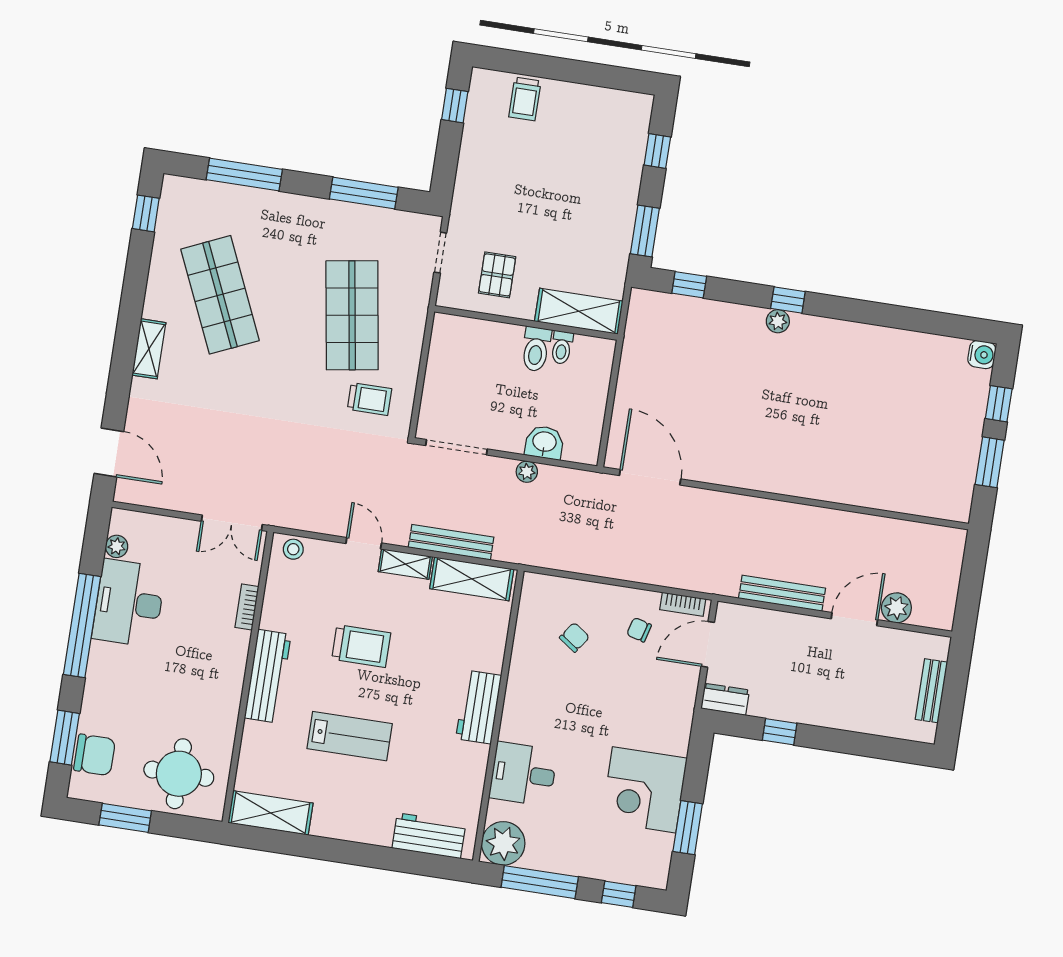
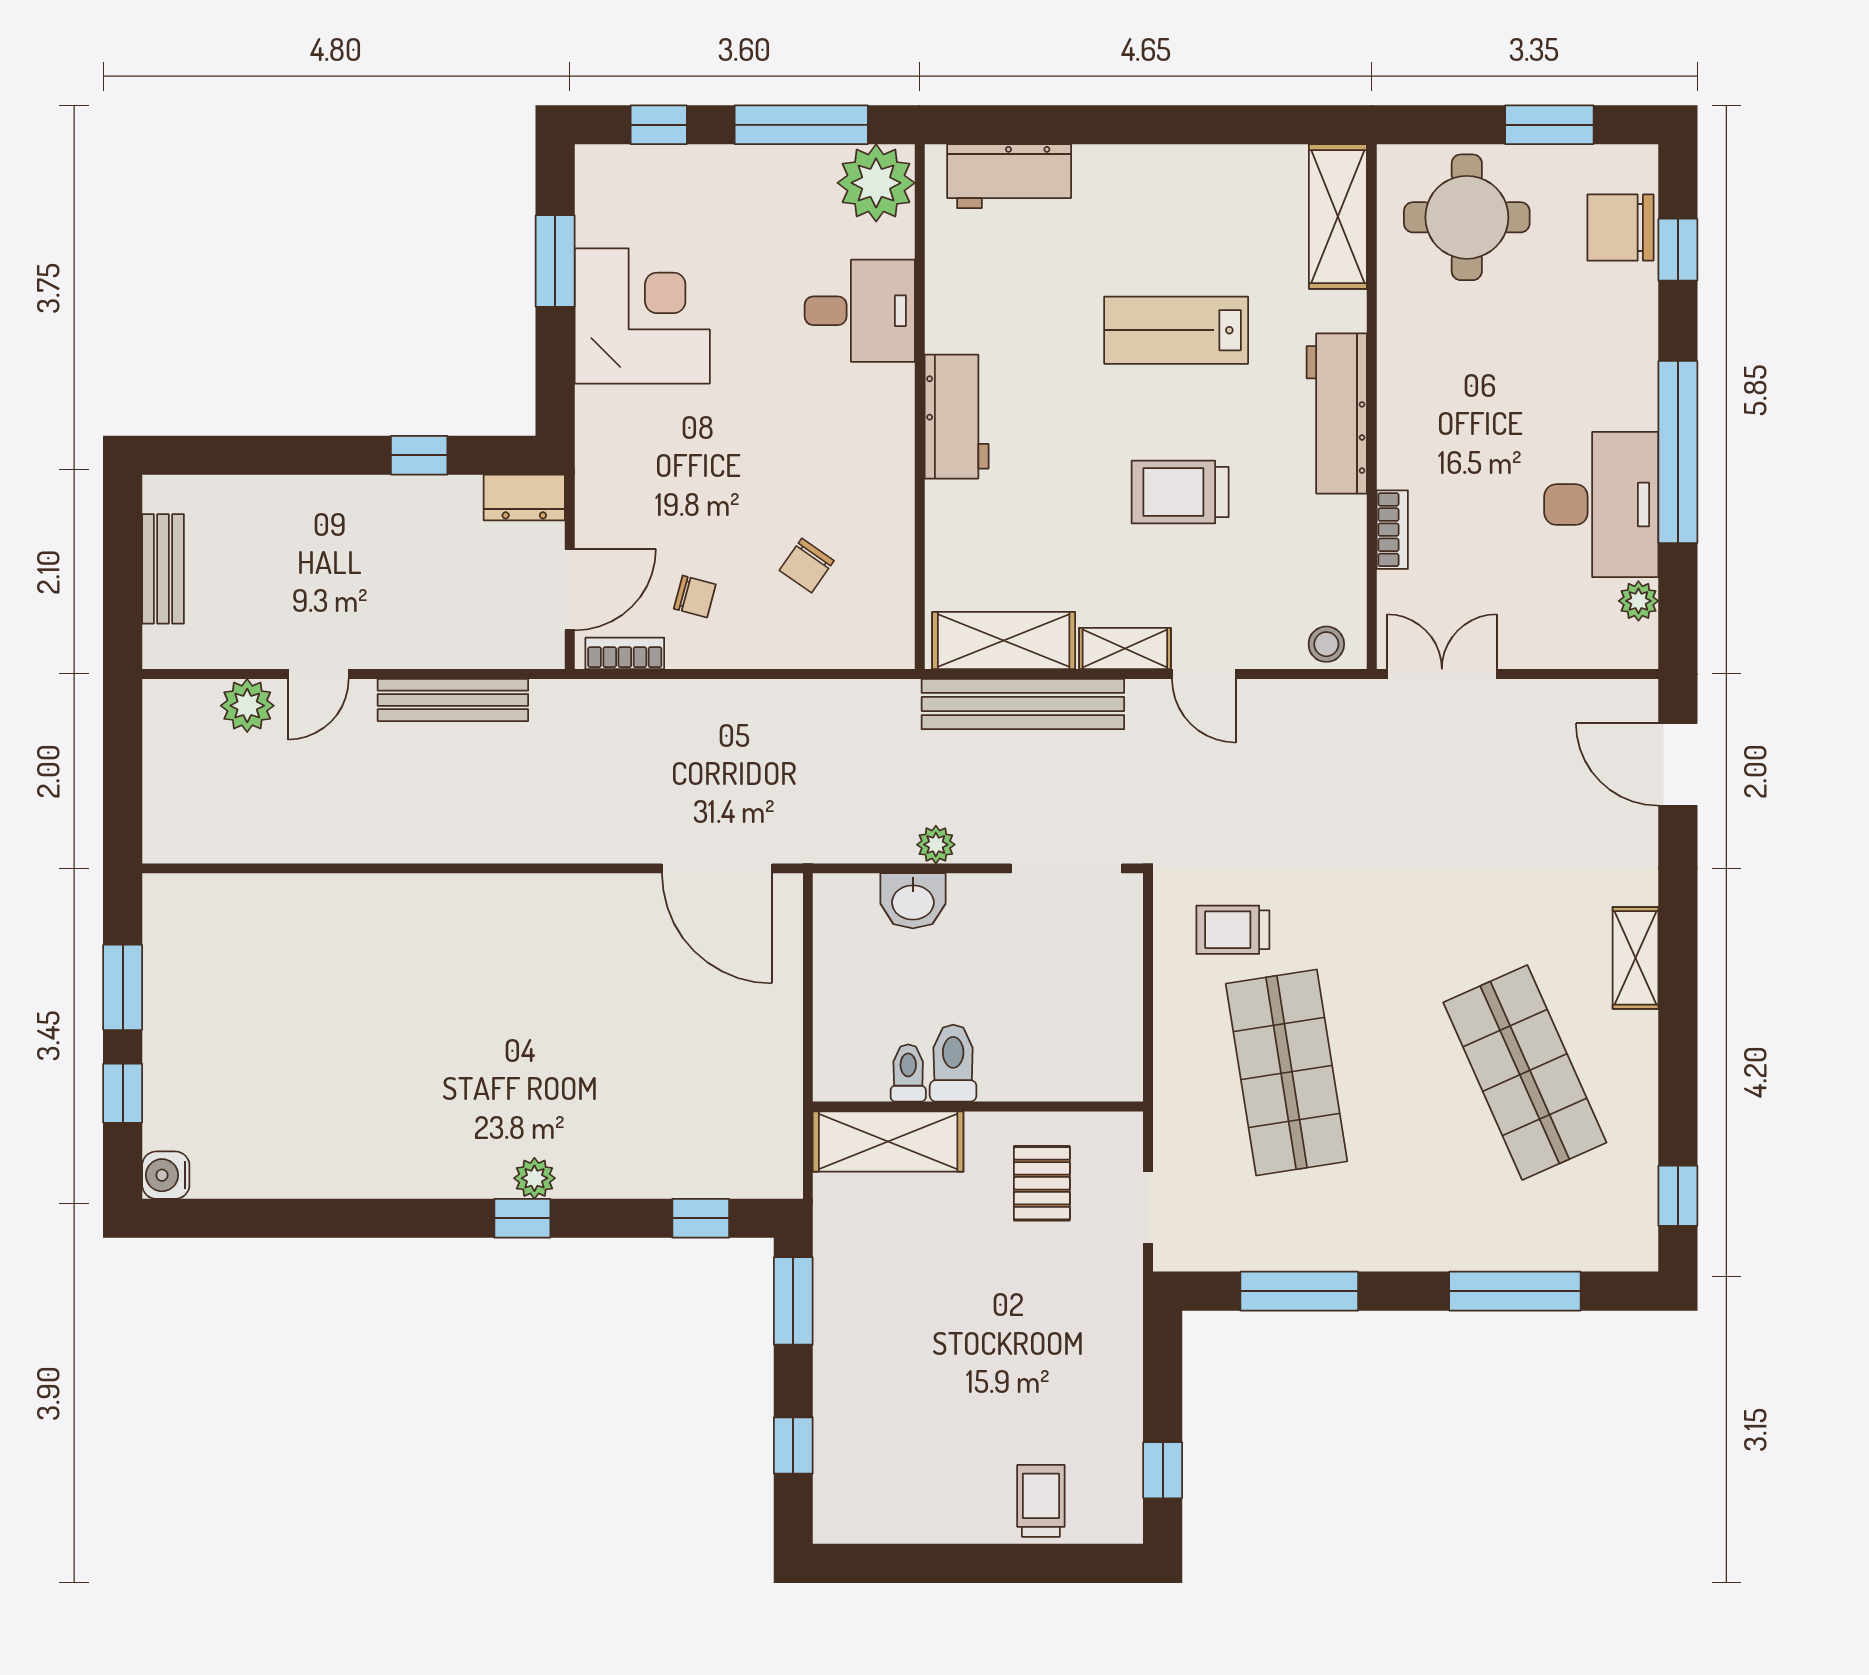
bench: (451, 542) -> (1023, 704), width x1.37, depth x1.21
door: (854, 619) -> (318, 674), width x0.73
window: (65, 738) -> (1678, 250), width x0.67
shelving: (271, 813) -> (1338, 217), moved, turned 90

